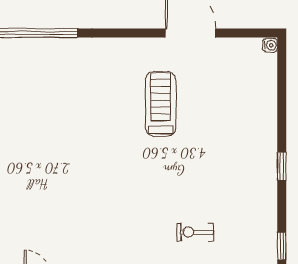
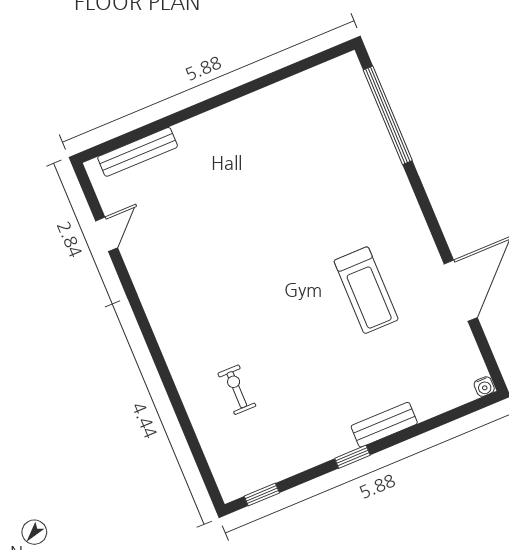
treadmill: (161, 104) -> (366, 290), turned 90
bench: (267, 132) -> (384, 425), added

